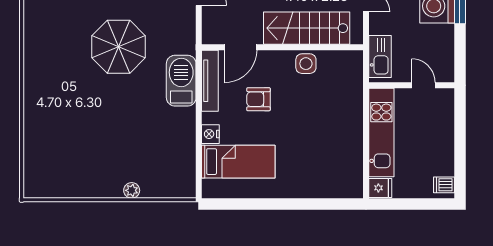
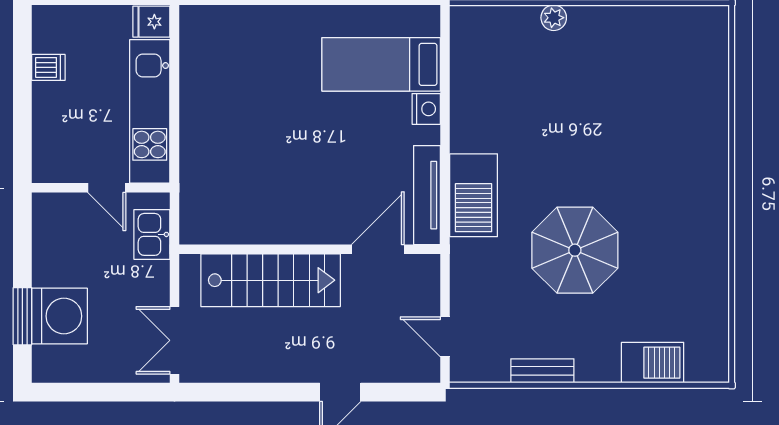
kitchen sink: (380, 56) -> (152, 234), width x0.73
side table: (306, 64) -> (272, 223), removed
door: (423, 85) -> (107, 188), moved
armchair: (258, 99) -> (349, 165), removed
dishwasher: (444, 185) -> (48, 67), moved

